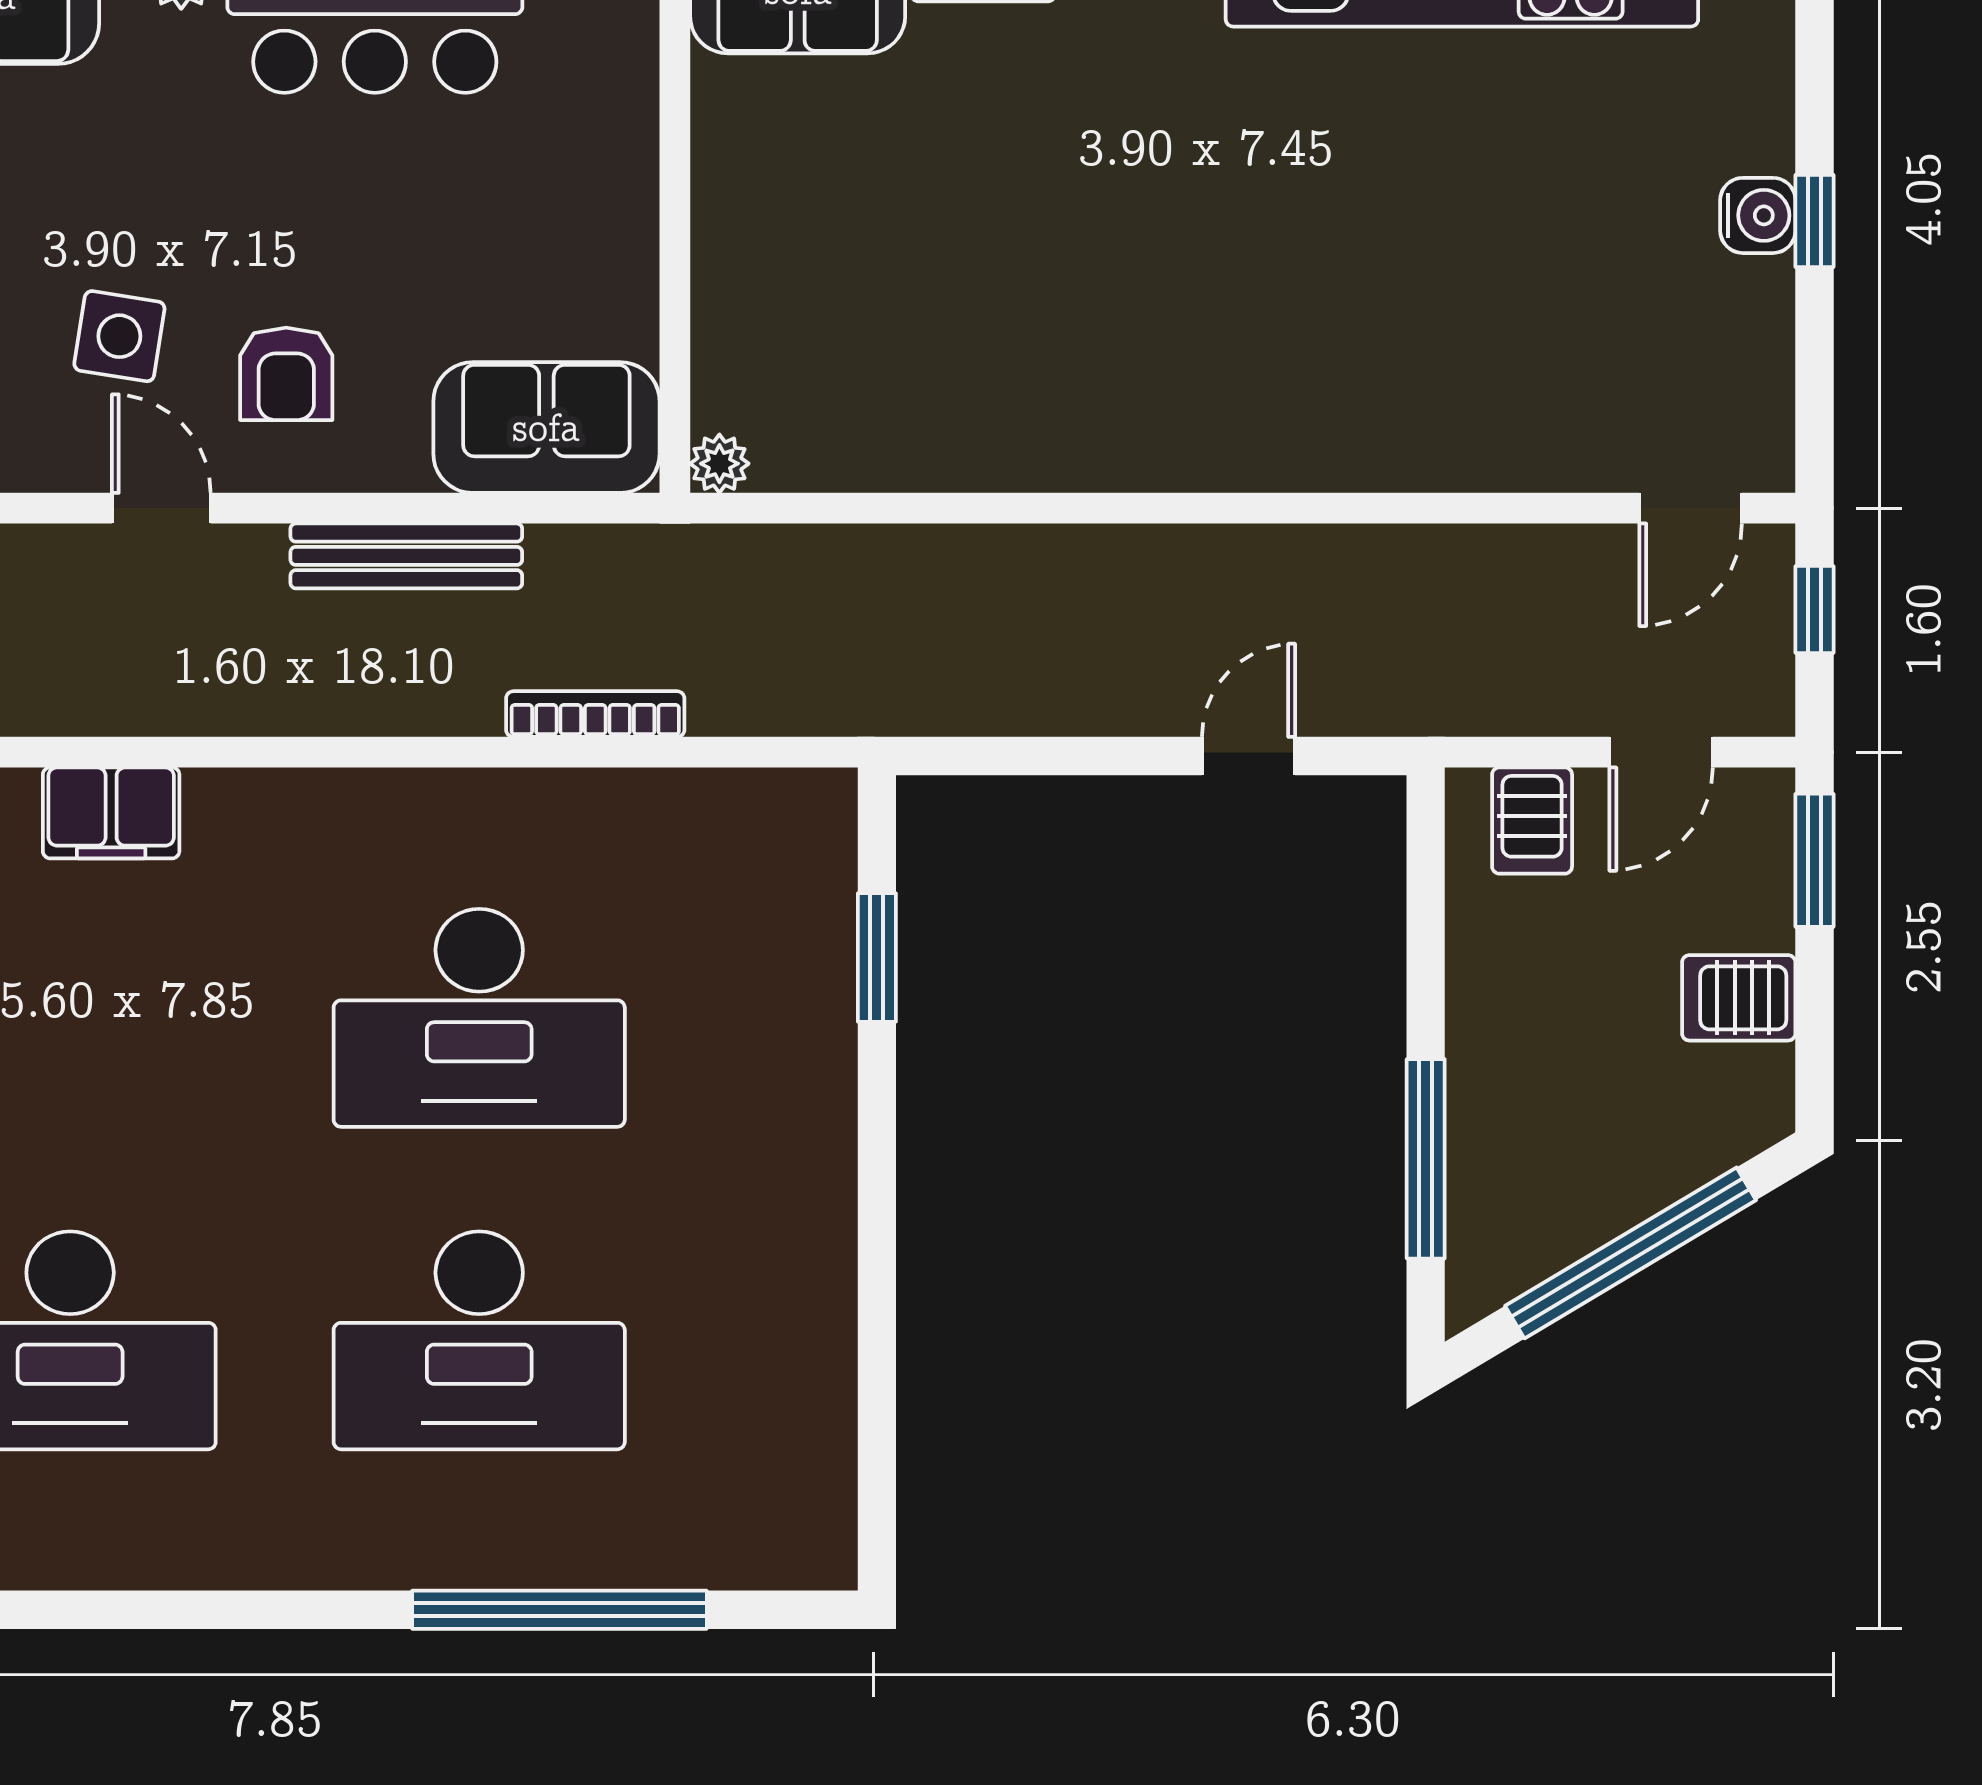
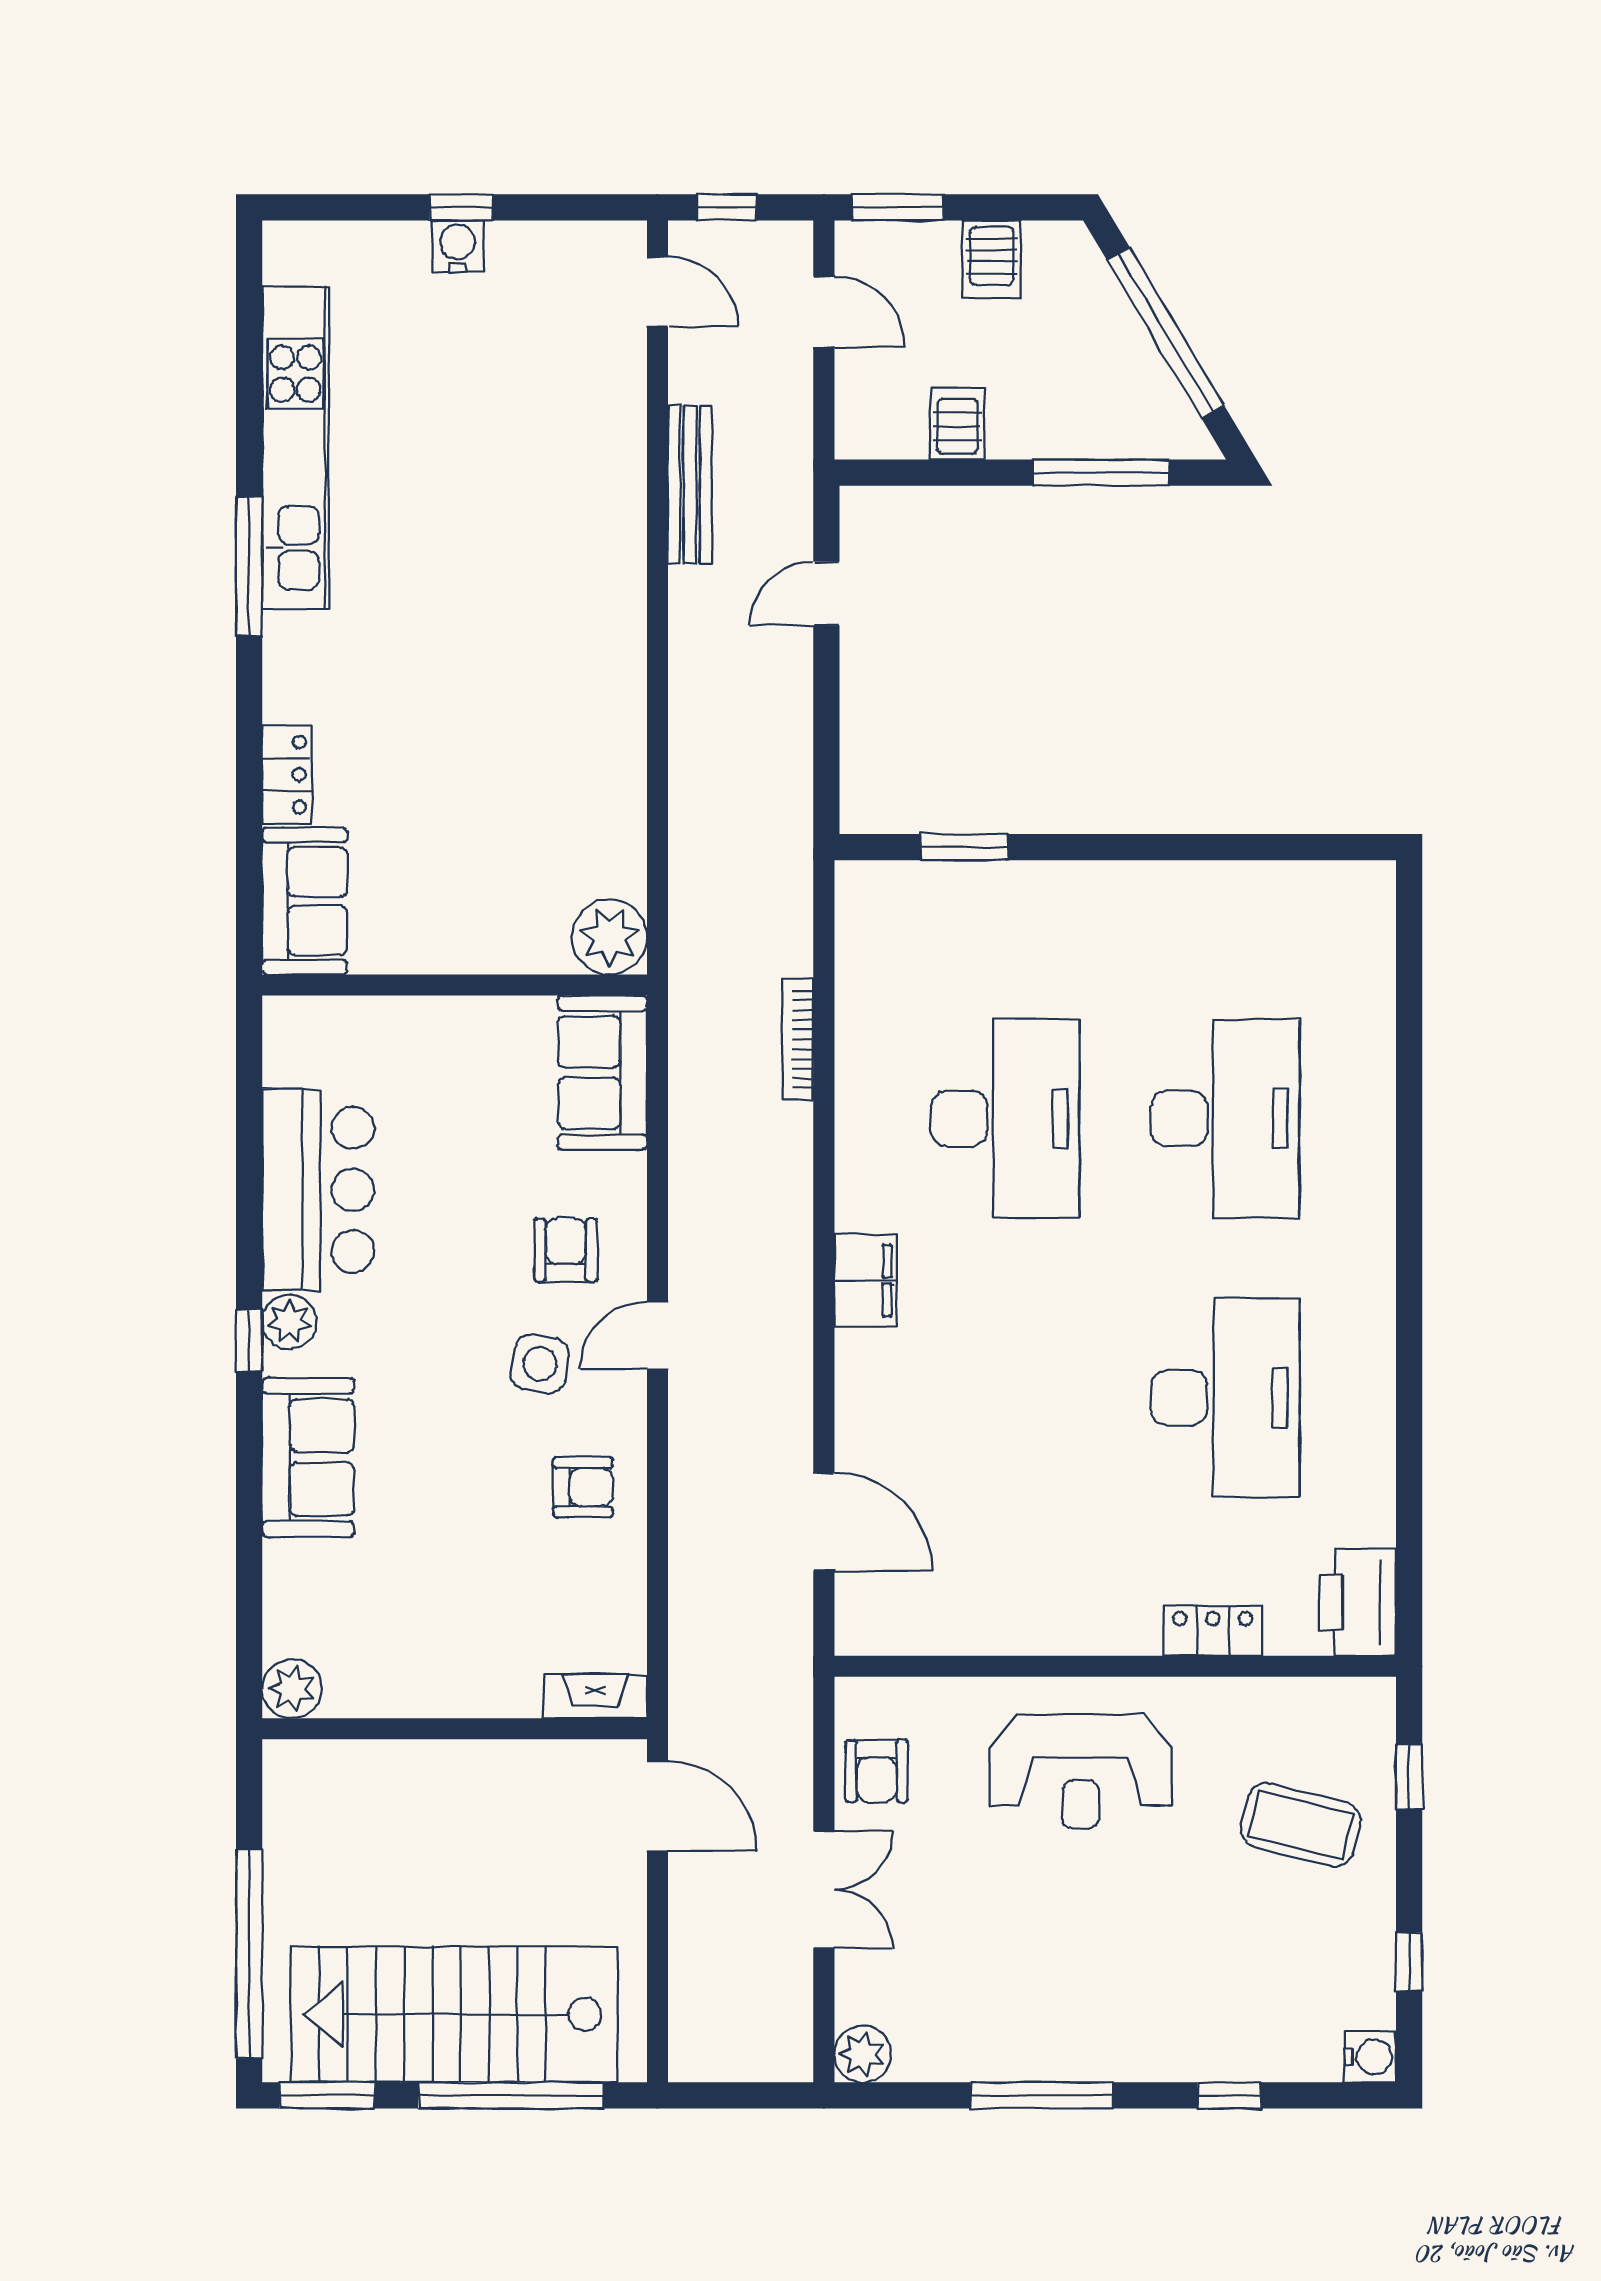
armchair: (286, 374) -> (566, 1250), turned -90
plant: (719, 464) -> (609, 937), width x1.88, depth x1.88
bench: (406, 556) -> (690, 485), moved
door: (1248, 756) -> (826, 594), hinge flipped
filing cabinet: (111, 813) -> (865, 1280), moved
server rack: (1532, 821) -> (957, 423), moved, turned -90
window: (559, 1610) -> (1409, 1064), removed

